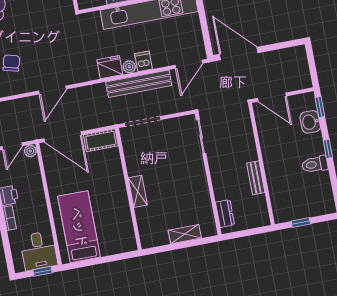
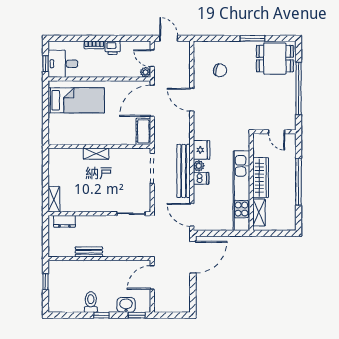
shelving: (185, 234) -> (54, 199), moved

